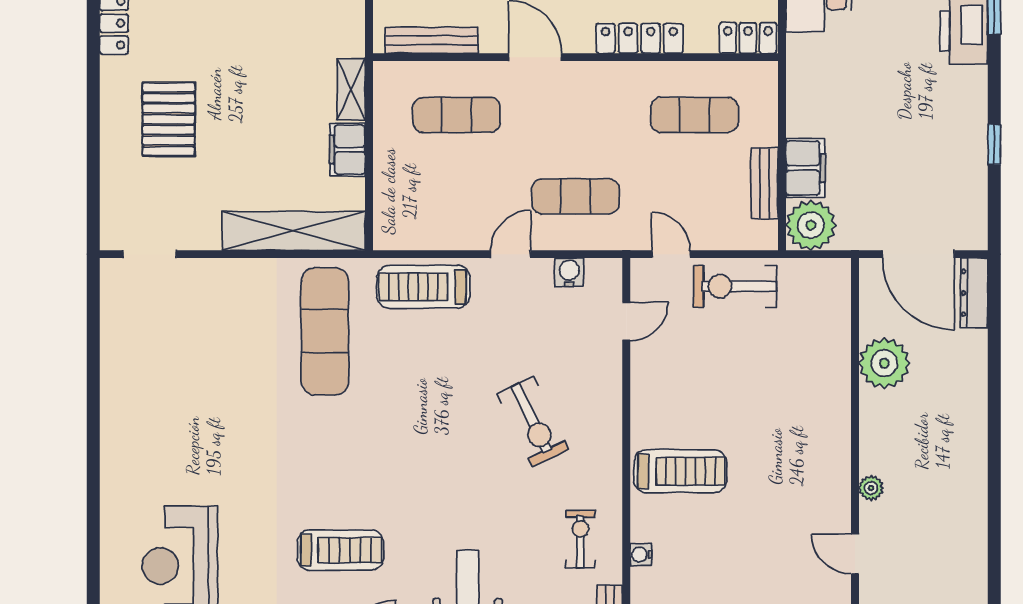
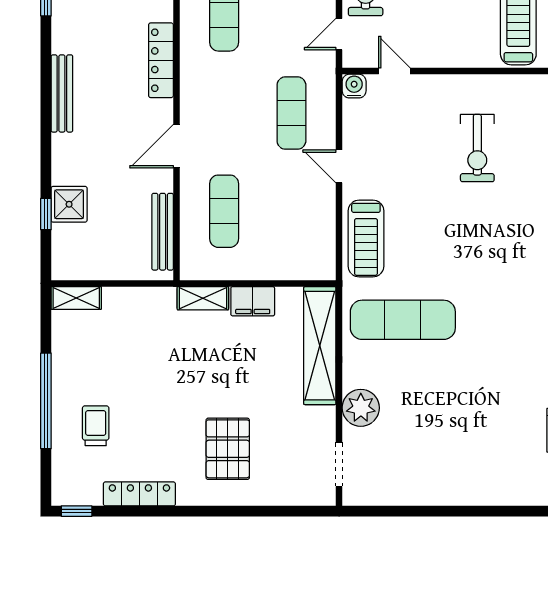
pallet: (169, 119) -> (228, 449), turned 90
water cooler: (569, 272) -> (354, 86), moved, turned 90
plant: (218, 280) -> (361, 408), added
exercise bike: (533, 422) -> (477, 148), turned 116

